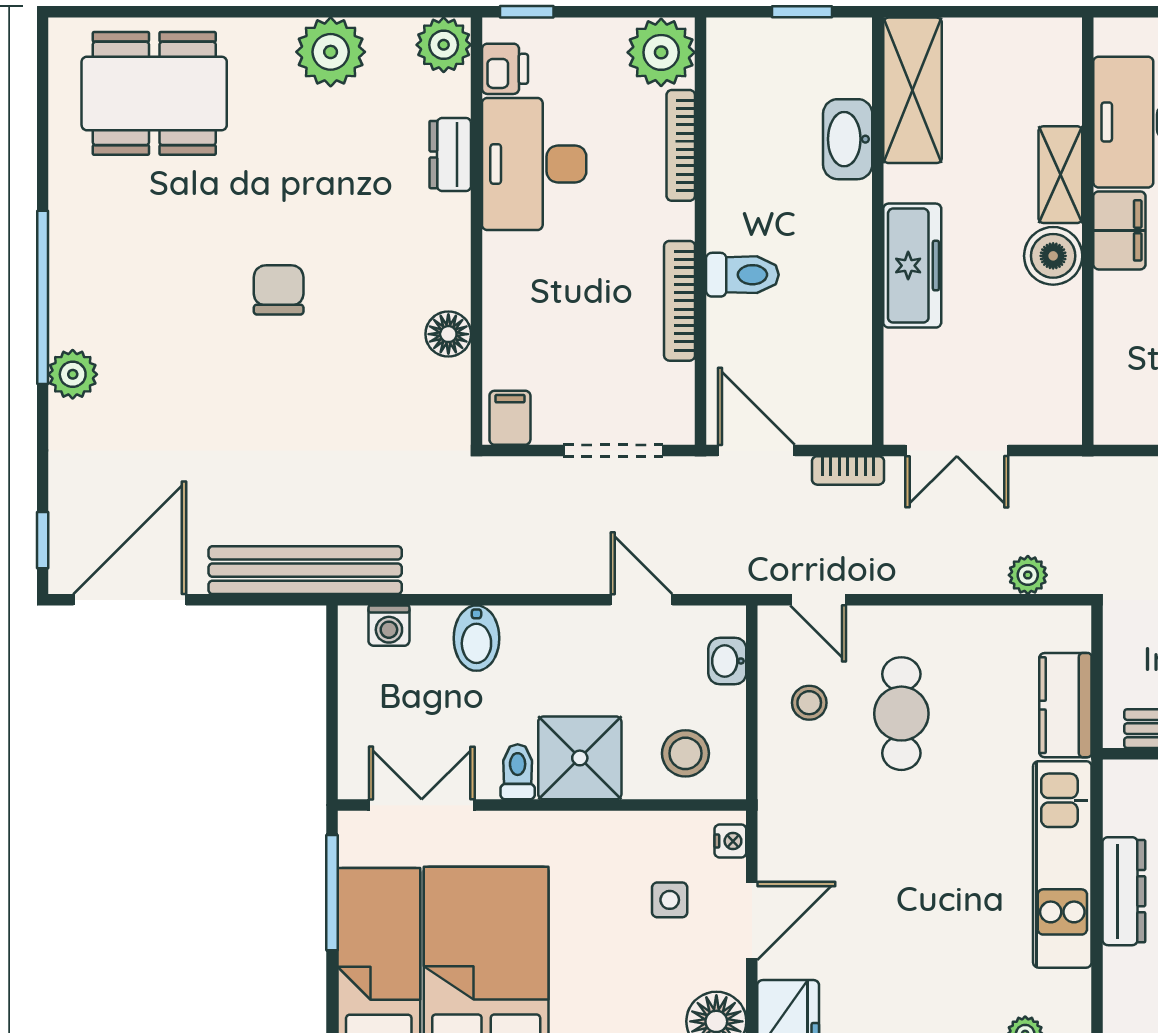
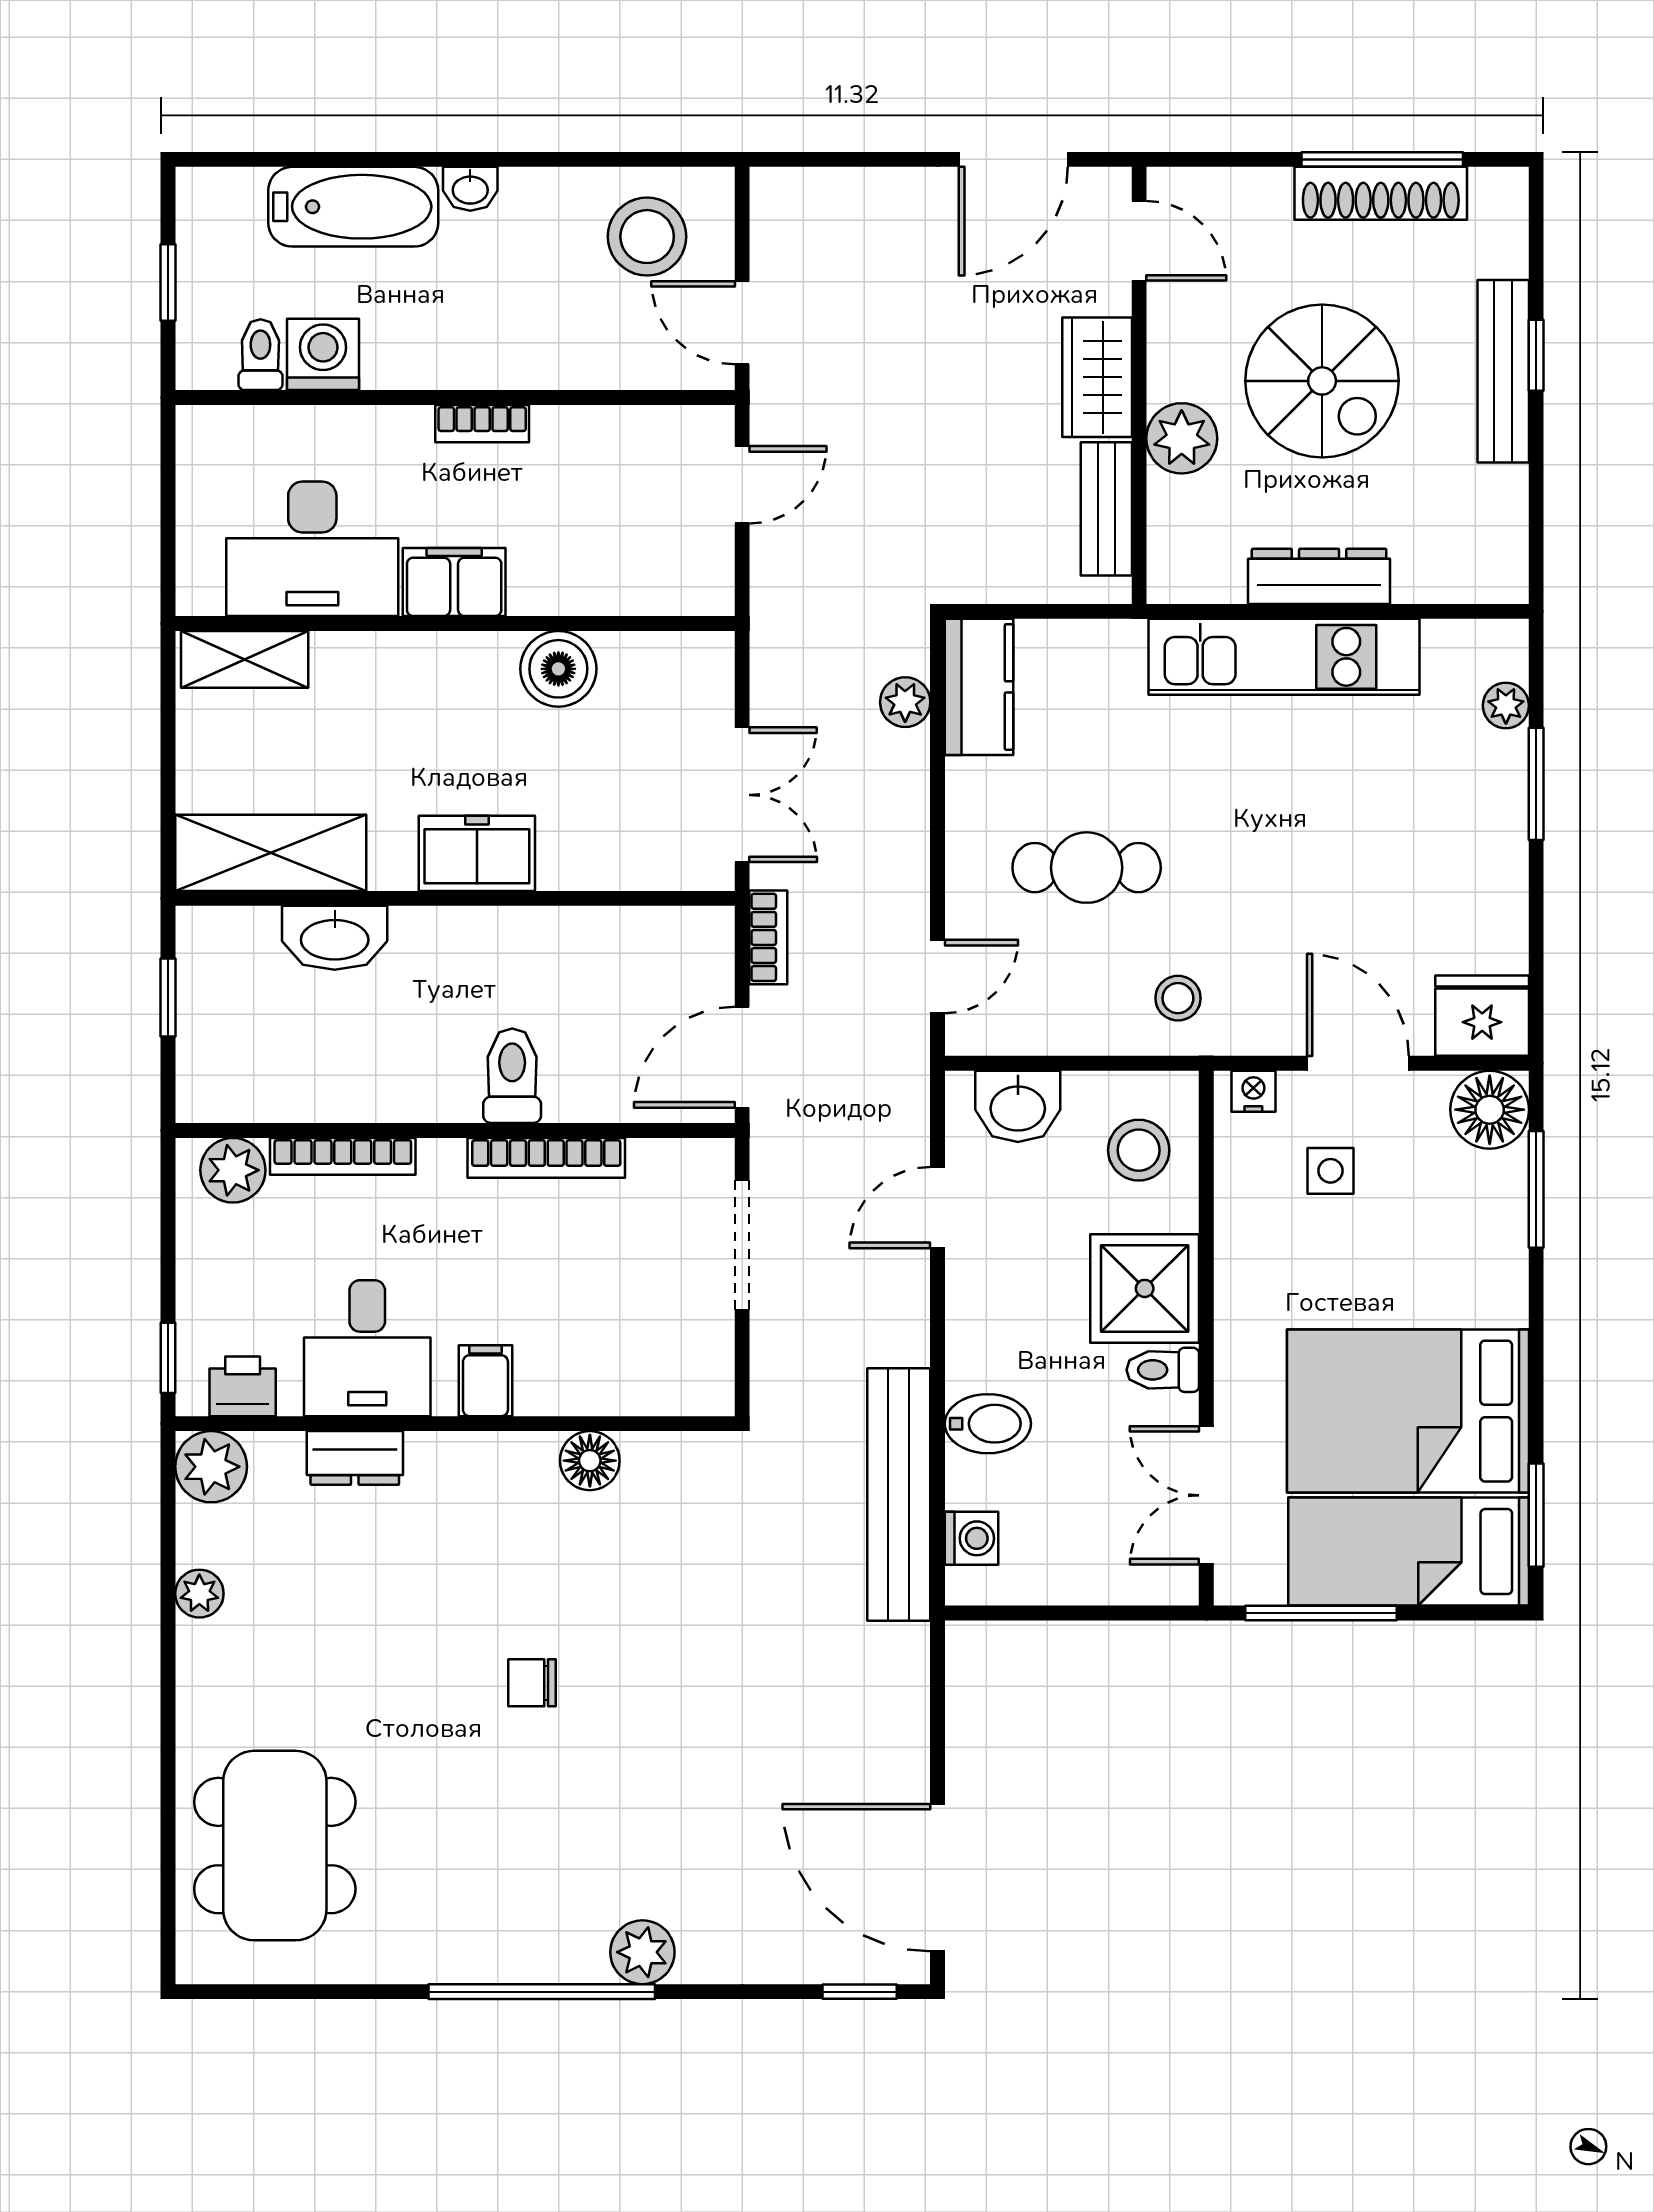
plant: (331, 52) -> (199, 1594), width x0.53, depth x0.53
plant: (661, 52) -> (233, 1170), width x0.73, depth x0.73
desk: (534, 164) -> (367, 1348), width x0.73
shelving: (1060, 175) -> (245, 659), moved
boiler: (1053, 256) -> (558, 669), moved
freezer: (912, 266) -> (477, 853), width x0.71
chair: (279, 290) -> (532, 1683), width x0.73, depth x0.73
filing cabinet: (510, 418) -> (485, 1381), moved, turned 90
bench: (305, 570) -> (899, 1495), moved
washbasin: (727, 661) -> (1018, 1106), width x1.38, depth x1.45
stool: (809, 703) -> (1178, 998), moved
kitchen counter: (1065, 705) -> (979, 687), moved, turned -90

